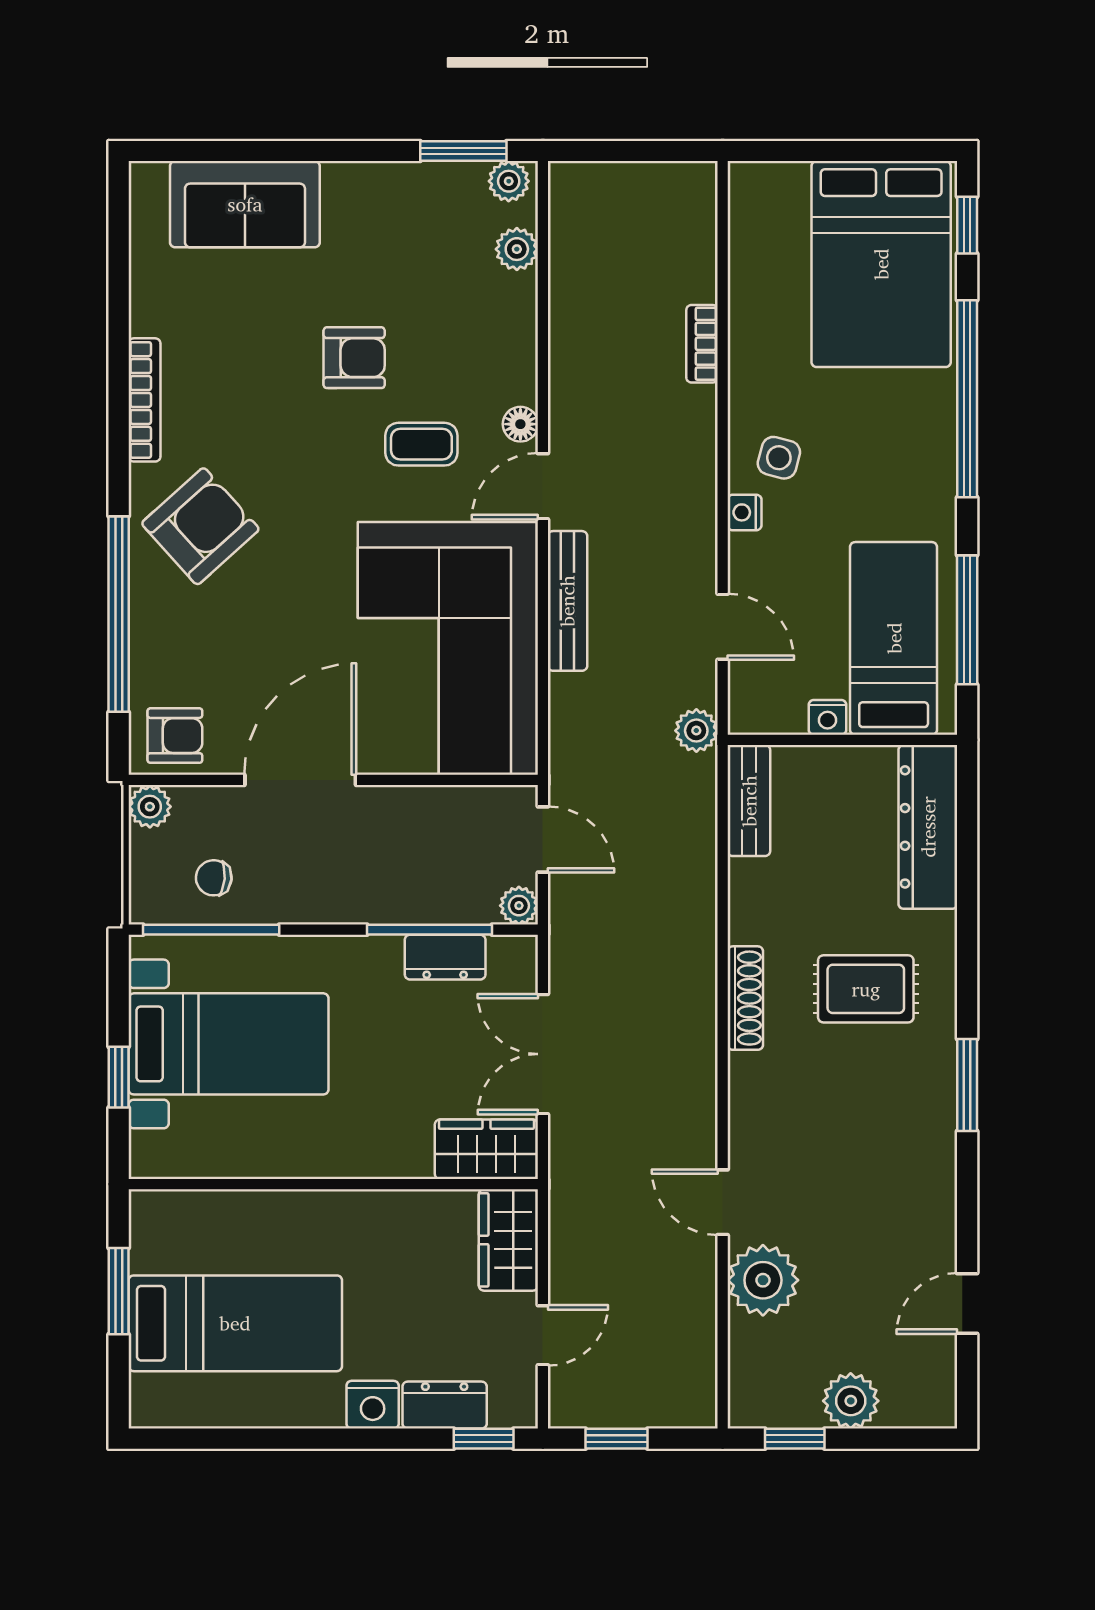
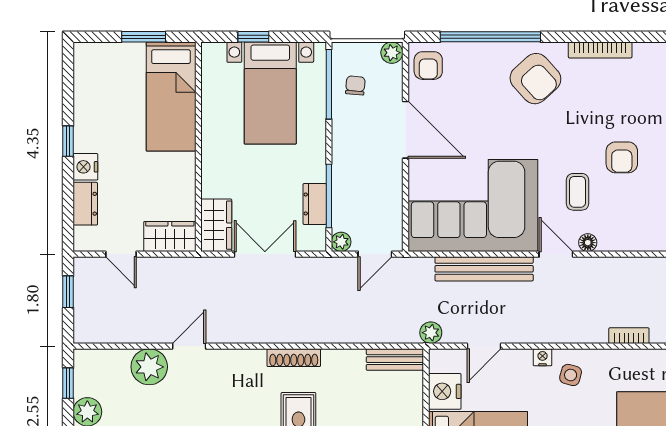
bench: (567, 601) -> (484, 269), width x1.37, depth x1.21
nightstand: (828, 717) -> (445, 391), width x1.89, depth x1.79
bed: (235, 1323) -> (171, 97), moved
window: (484, 1439) -> (68, 141), moved

